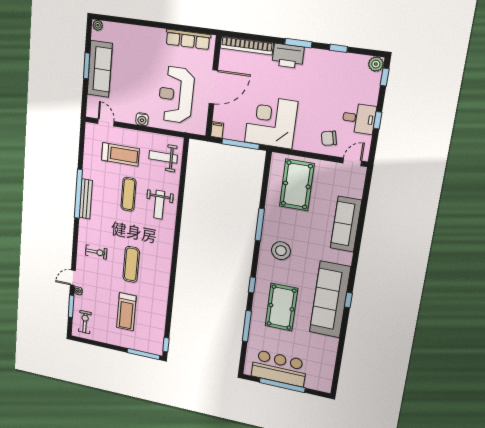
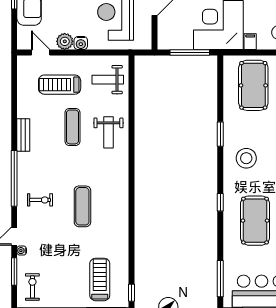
plant: (128, 115) -> (65, 41), added
filing cabinet: (217, 130) -> (250, 42), moved
treadmill: (120, 154) -> (60, 85), turned 180
window: (78, 194) -> (14, 178), moved
bench: (86, 199) -> (23, 135), width x0.73
window: (260, 225) -> (220, 134), width x0.69
treadmill: (126, 312) -> (100, 279), moved, turned 180
window: (247, 326) -> (220, 279), moved

